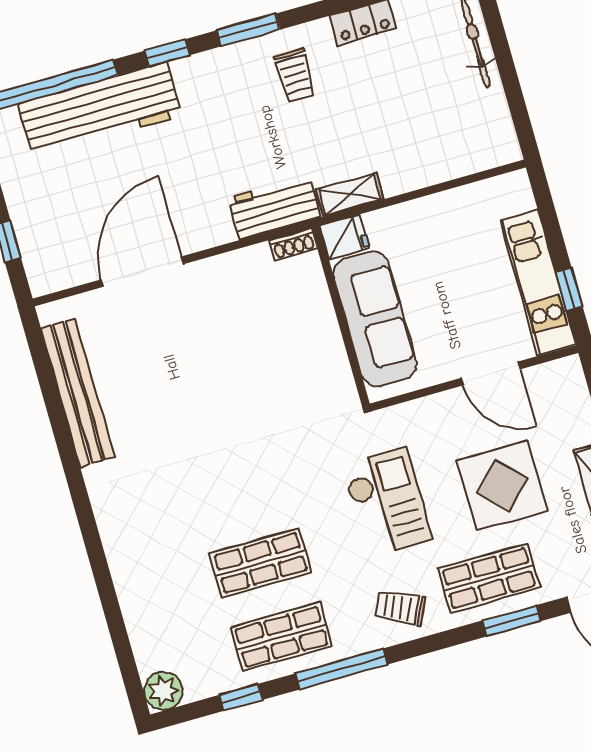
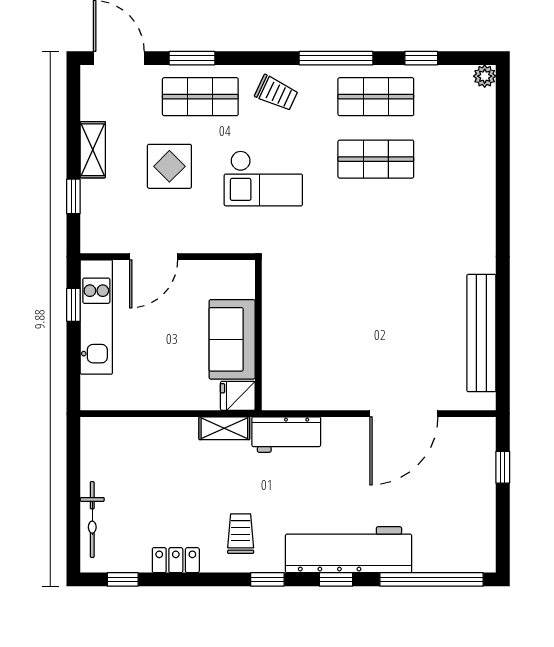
window: (248, 30) -> (267, 579), width x0.67
workbench: (100, 110) -> (349, 550), moved
shoe rack: (293, 244) -> (279, 402), removed
sofa: (375, 319) -> (232, 339), width x0.73
door: (491, 374) -> (154, 257), swing flipped
display table: (502, 485) -> (169, 166), width x0.73, depth x0.73
checkout: (387, 503) -> (263, 178), turned -90
plant: (163, 691) -> (485, 76), width x0.73, depth x0.73

